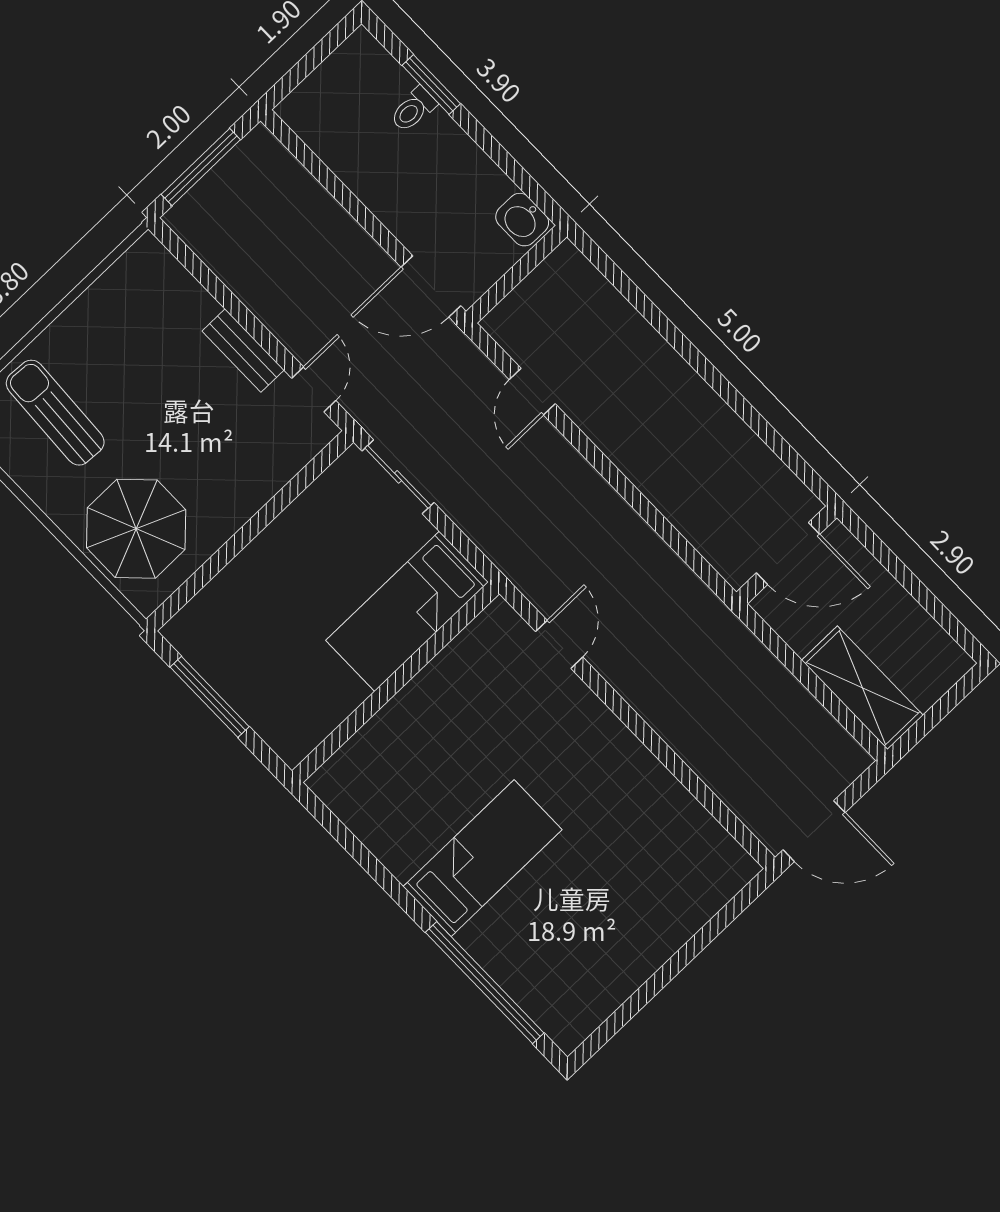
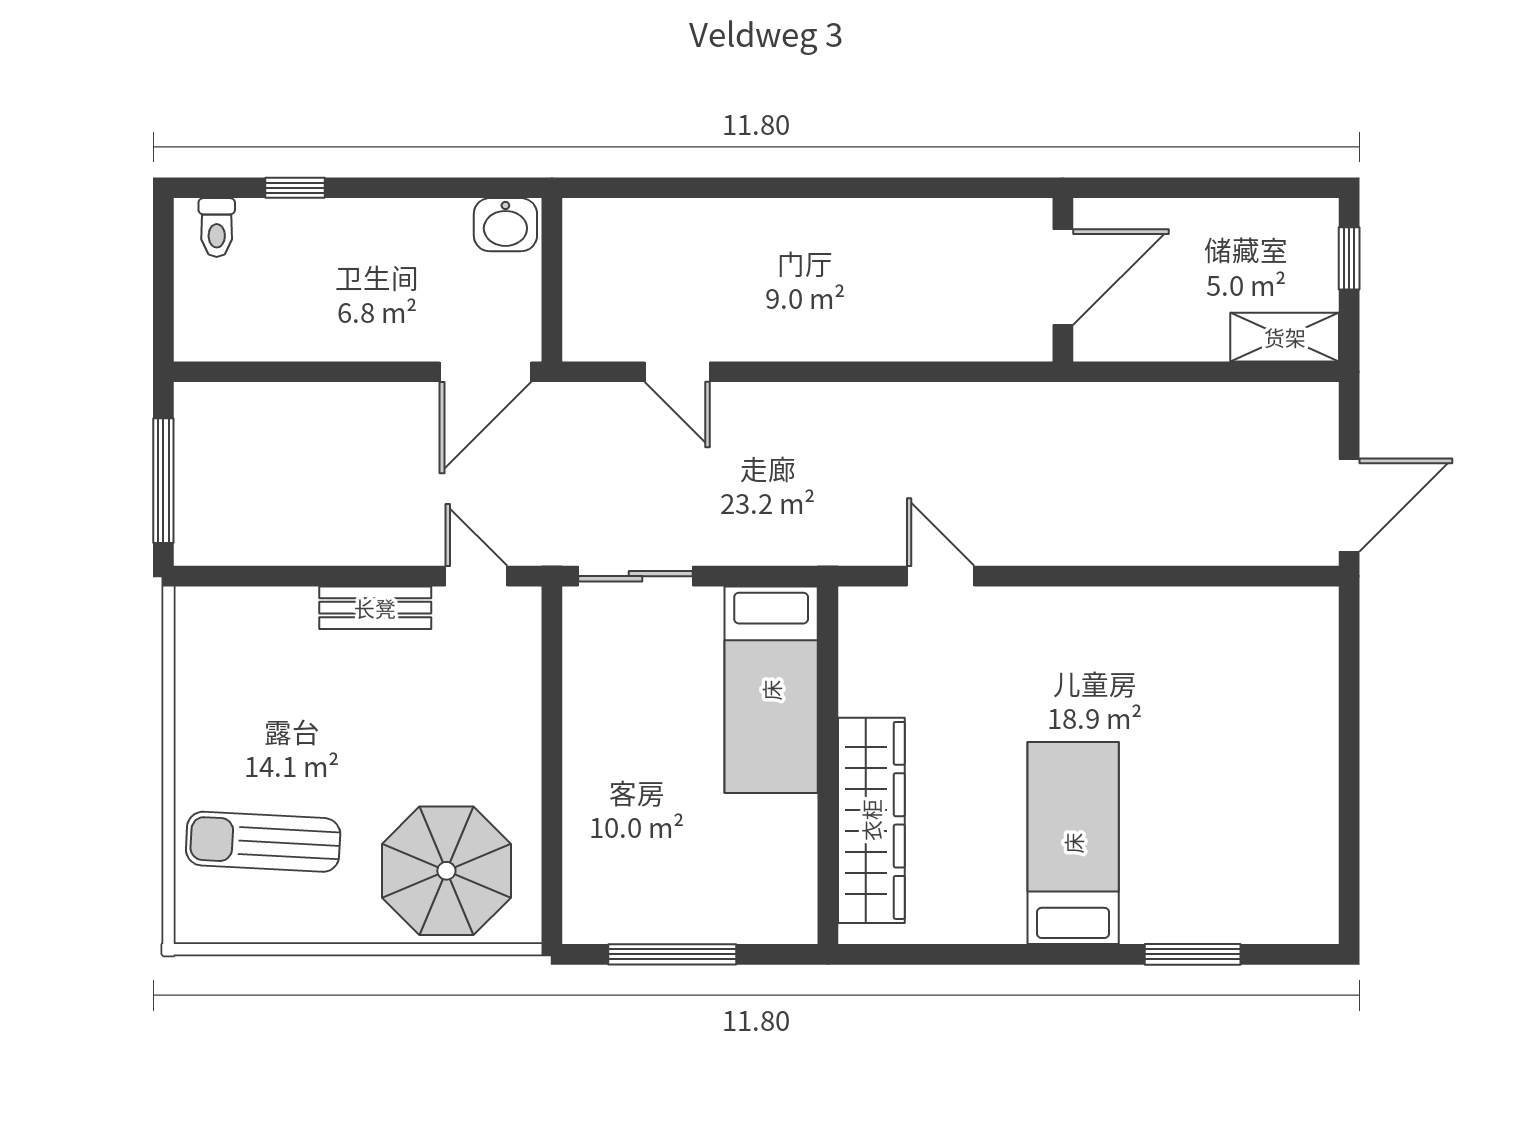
window: (431, 84) -> (295, 188), width x0.67
toilet: (413, 109) -> (217, 228), moved
shelving: (862, 688) -> (1285, 337), width x0.67, depth x0.75
window: (950, 701) -> (1349, 258), added
wardrobe: (388, 735) -> (871, 820), added
window: (485, 983) -> (1193, 954), width x0.47

